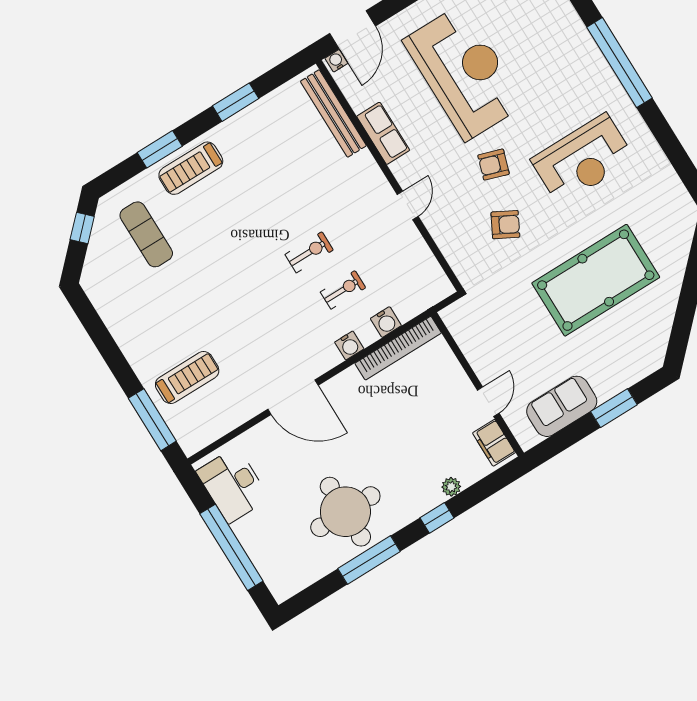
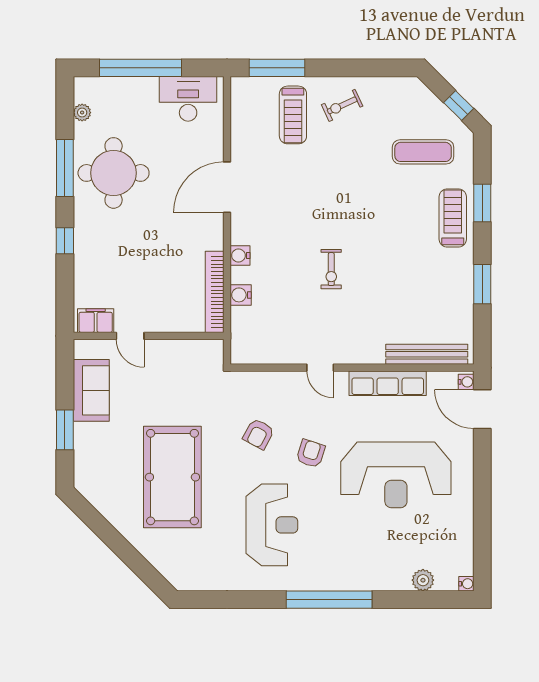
row of seats: (383, 133) -> (388, 383), width x1.48
reception desk: (583, 159) -> (272, 525), turned 180
exercise bike: (343, 290) -> (342, 105), moved, turned 65
plant: (451, 487) -> (82, 113), moved

